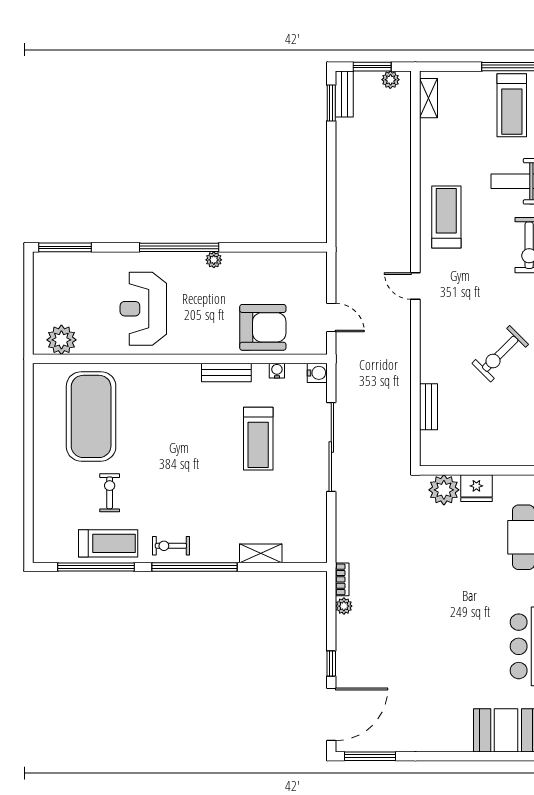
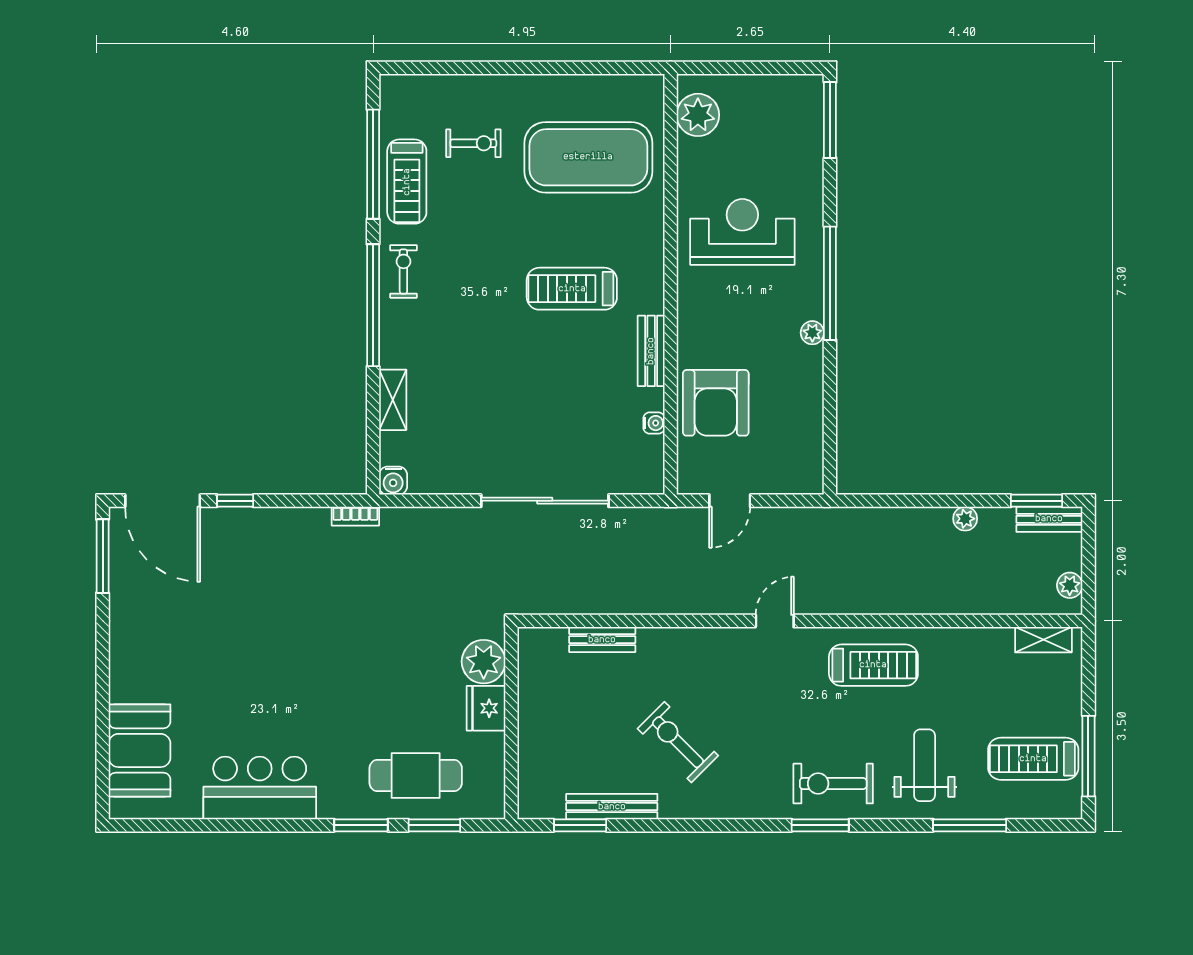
window: (372, 67) -> (1088, 559), removed
water cooler: (317, 373) -> (393, 481), moved
treadmill: (258, 439) -> (572, 289), moved
exercise bike: (110, 493) -> (473, 143), moved
plant: (344, 606) -> (965, 519), moved

